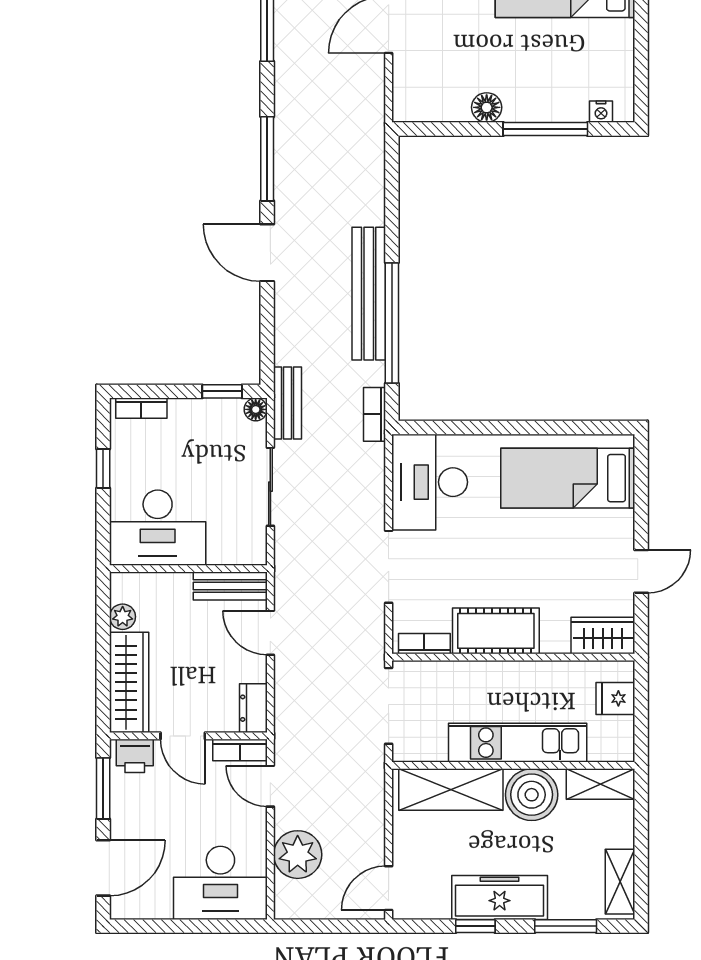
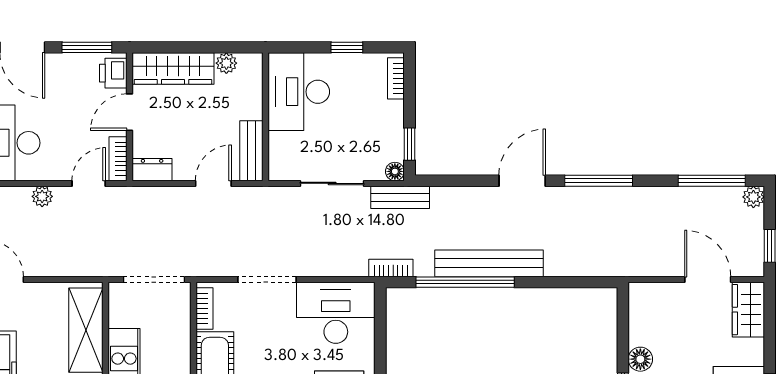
plant: (298, 855) -> (42, 196), width x0.53, depth x0.53

